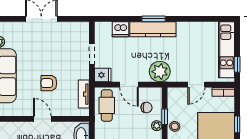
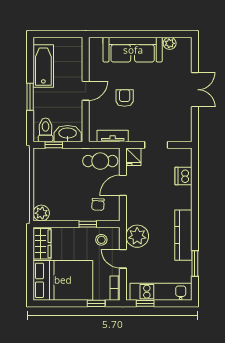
window: (154, 19) -> (195, 263), moved
kitchen counter: (153, 29) -> (183, 235), moved
plant: (160, 72) -> (137, 236), moved
window: (237, 124) -> (96, 303), moved
plant: (157, 126) -> (78, 216), removed
stool: (175, 126) -> (101, 240), moved

